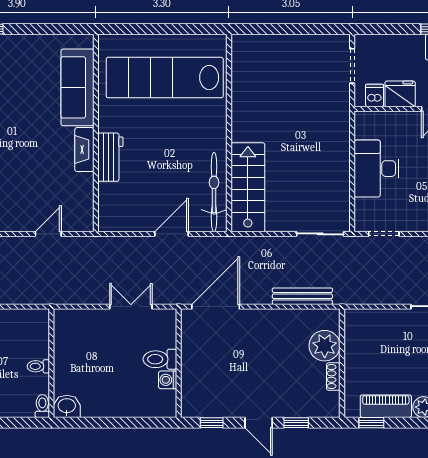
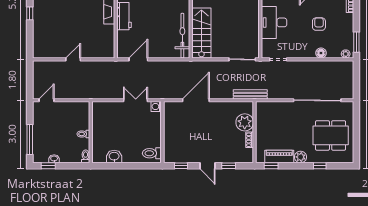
door: (48, 234) -> (73, 59), moved
door: (171, 234) -> (138, 59), moved
bench: (302, 296) -> (250, 94), moved
door: (216, 307) -> (196, 100), moved
toilet: (160, 359) -> (152, 153), moved
washing machine: (168, 380) -> (156, 106), moved
washbasin: (67, 406) -> (114, 157), moved

